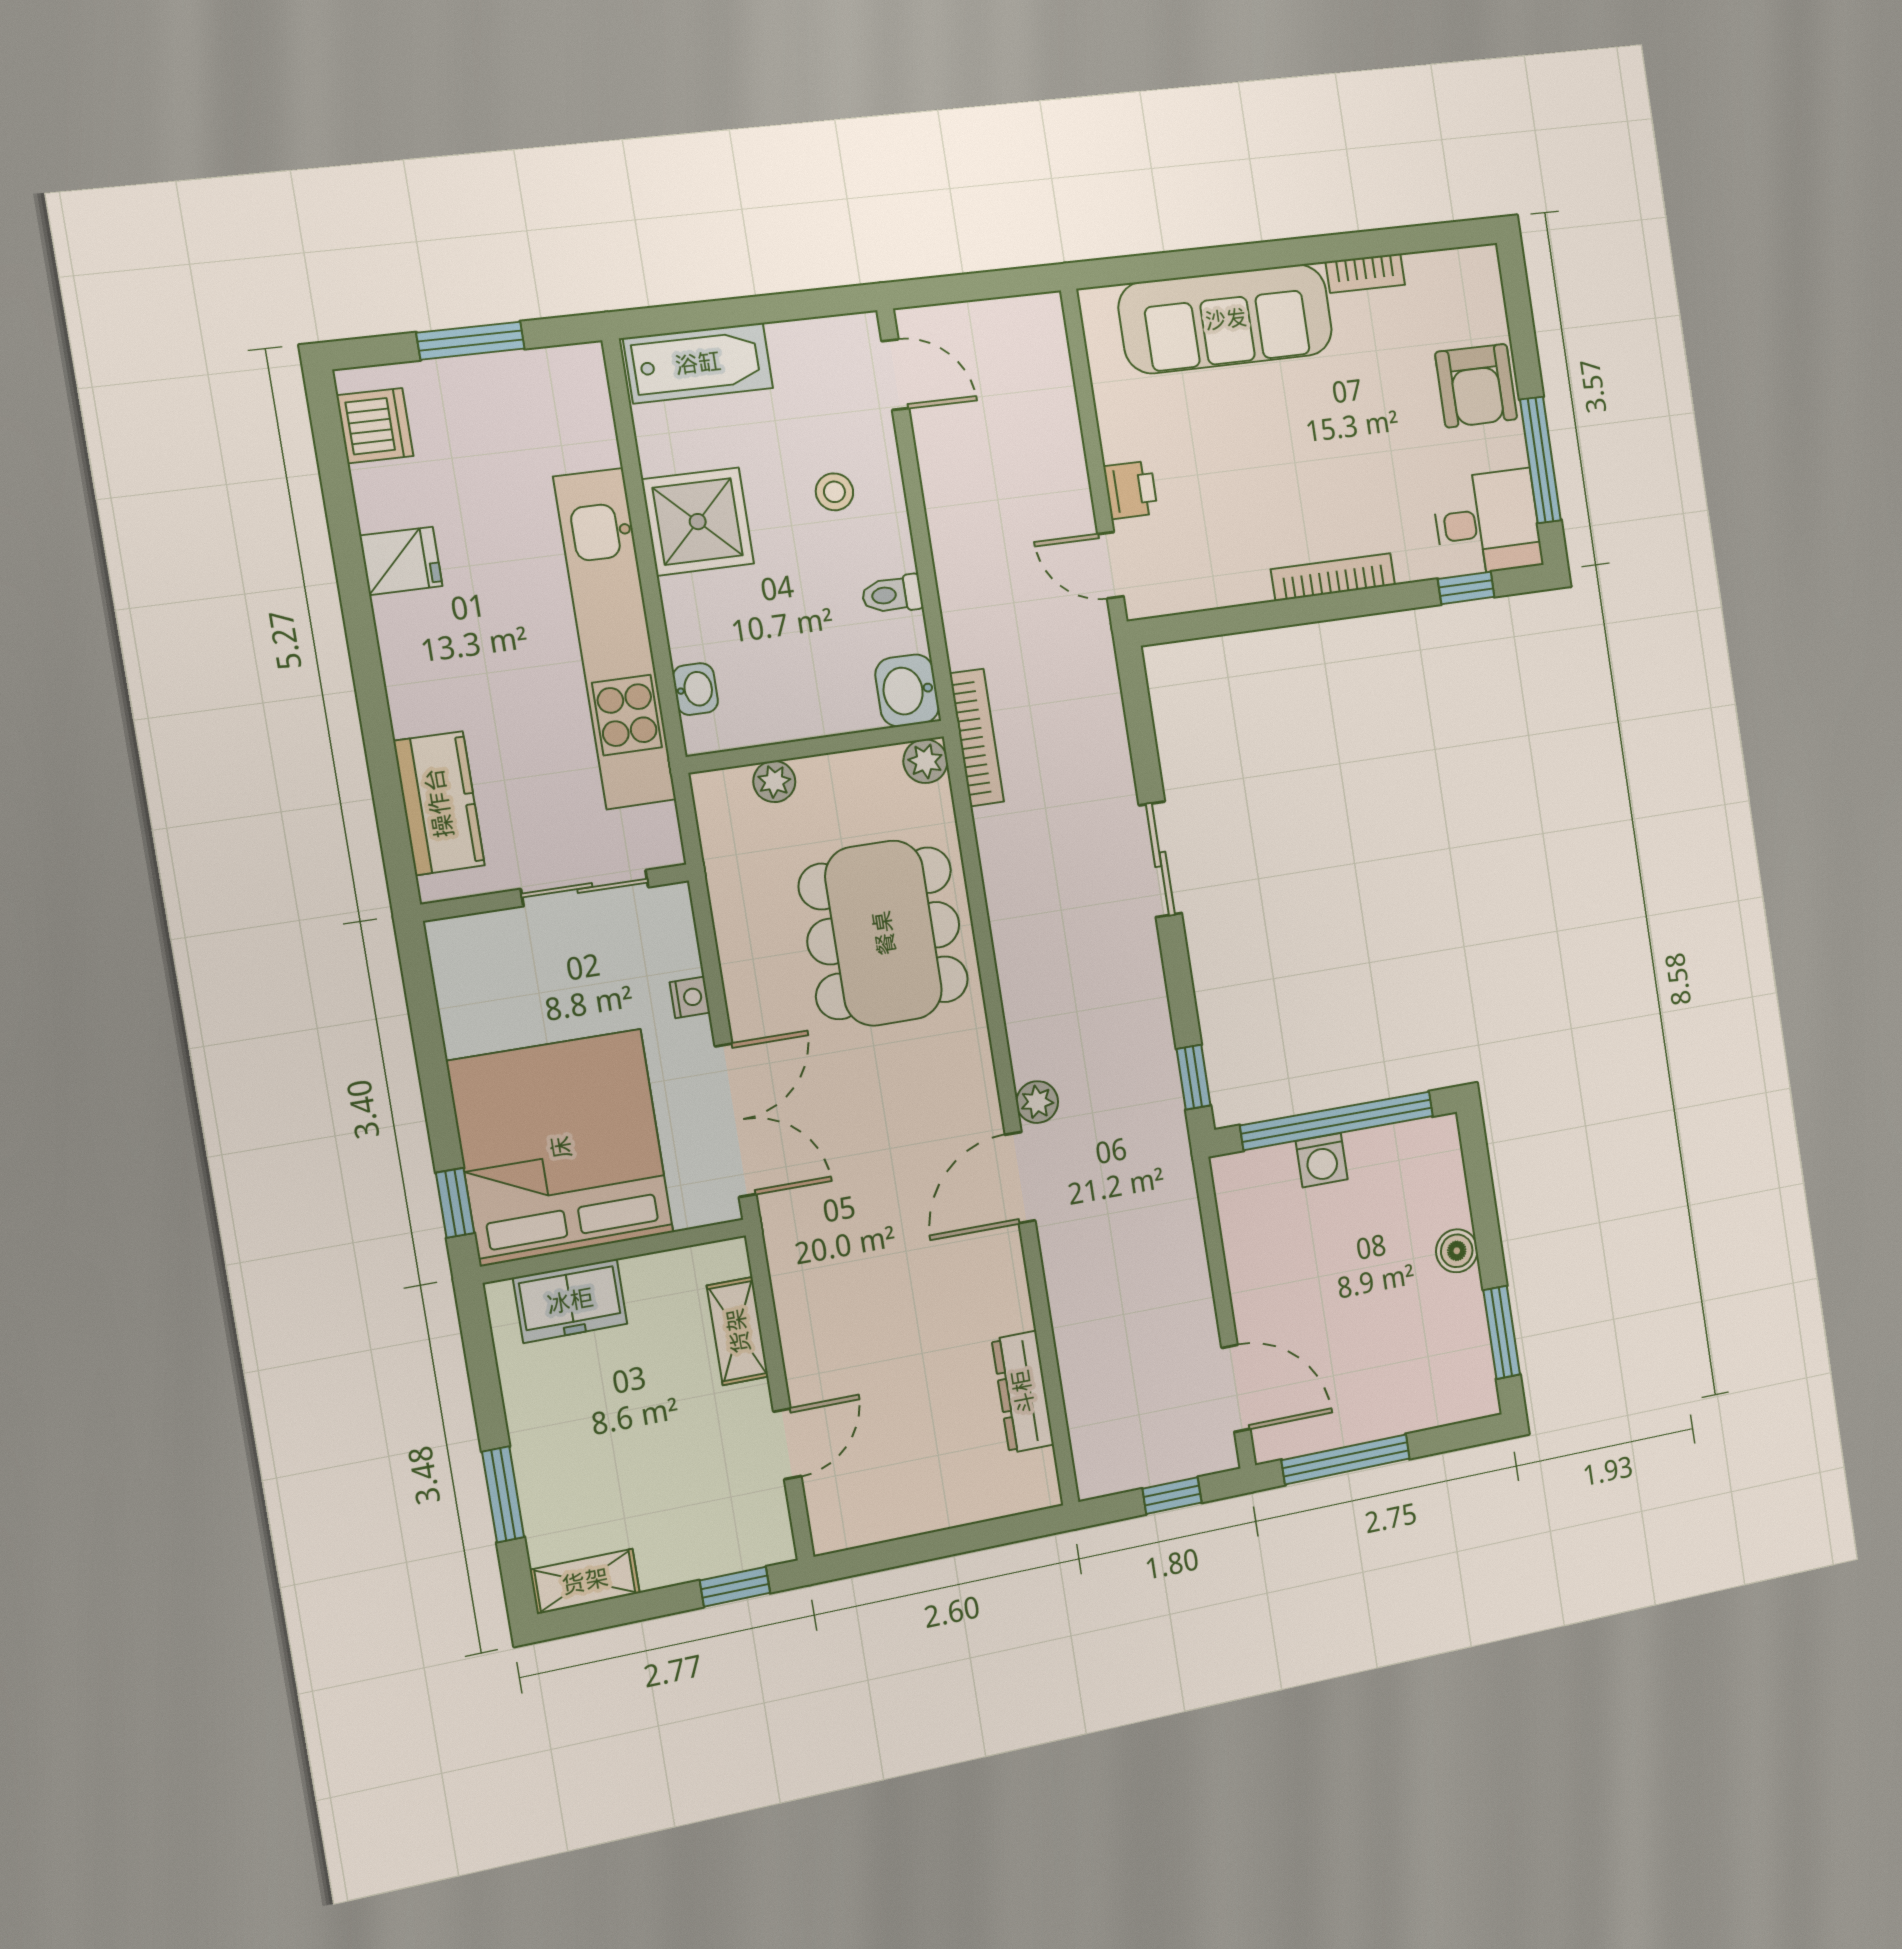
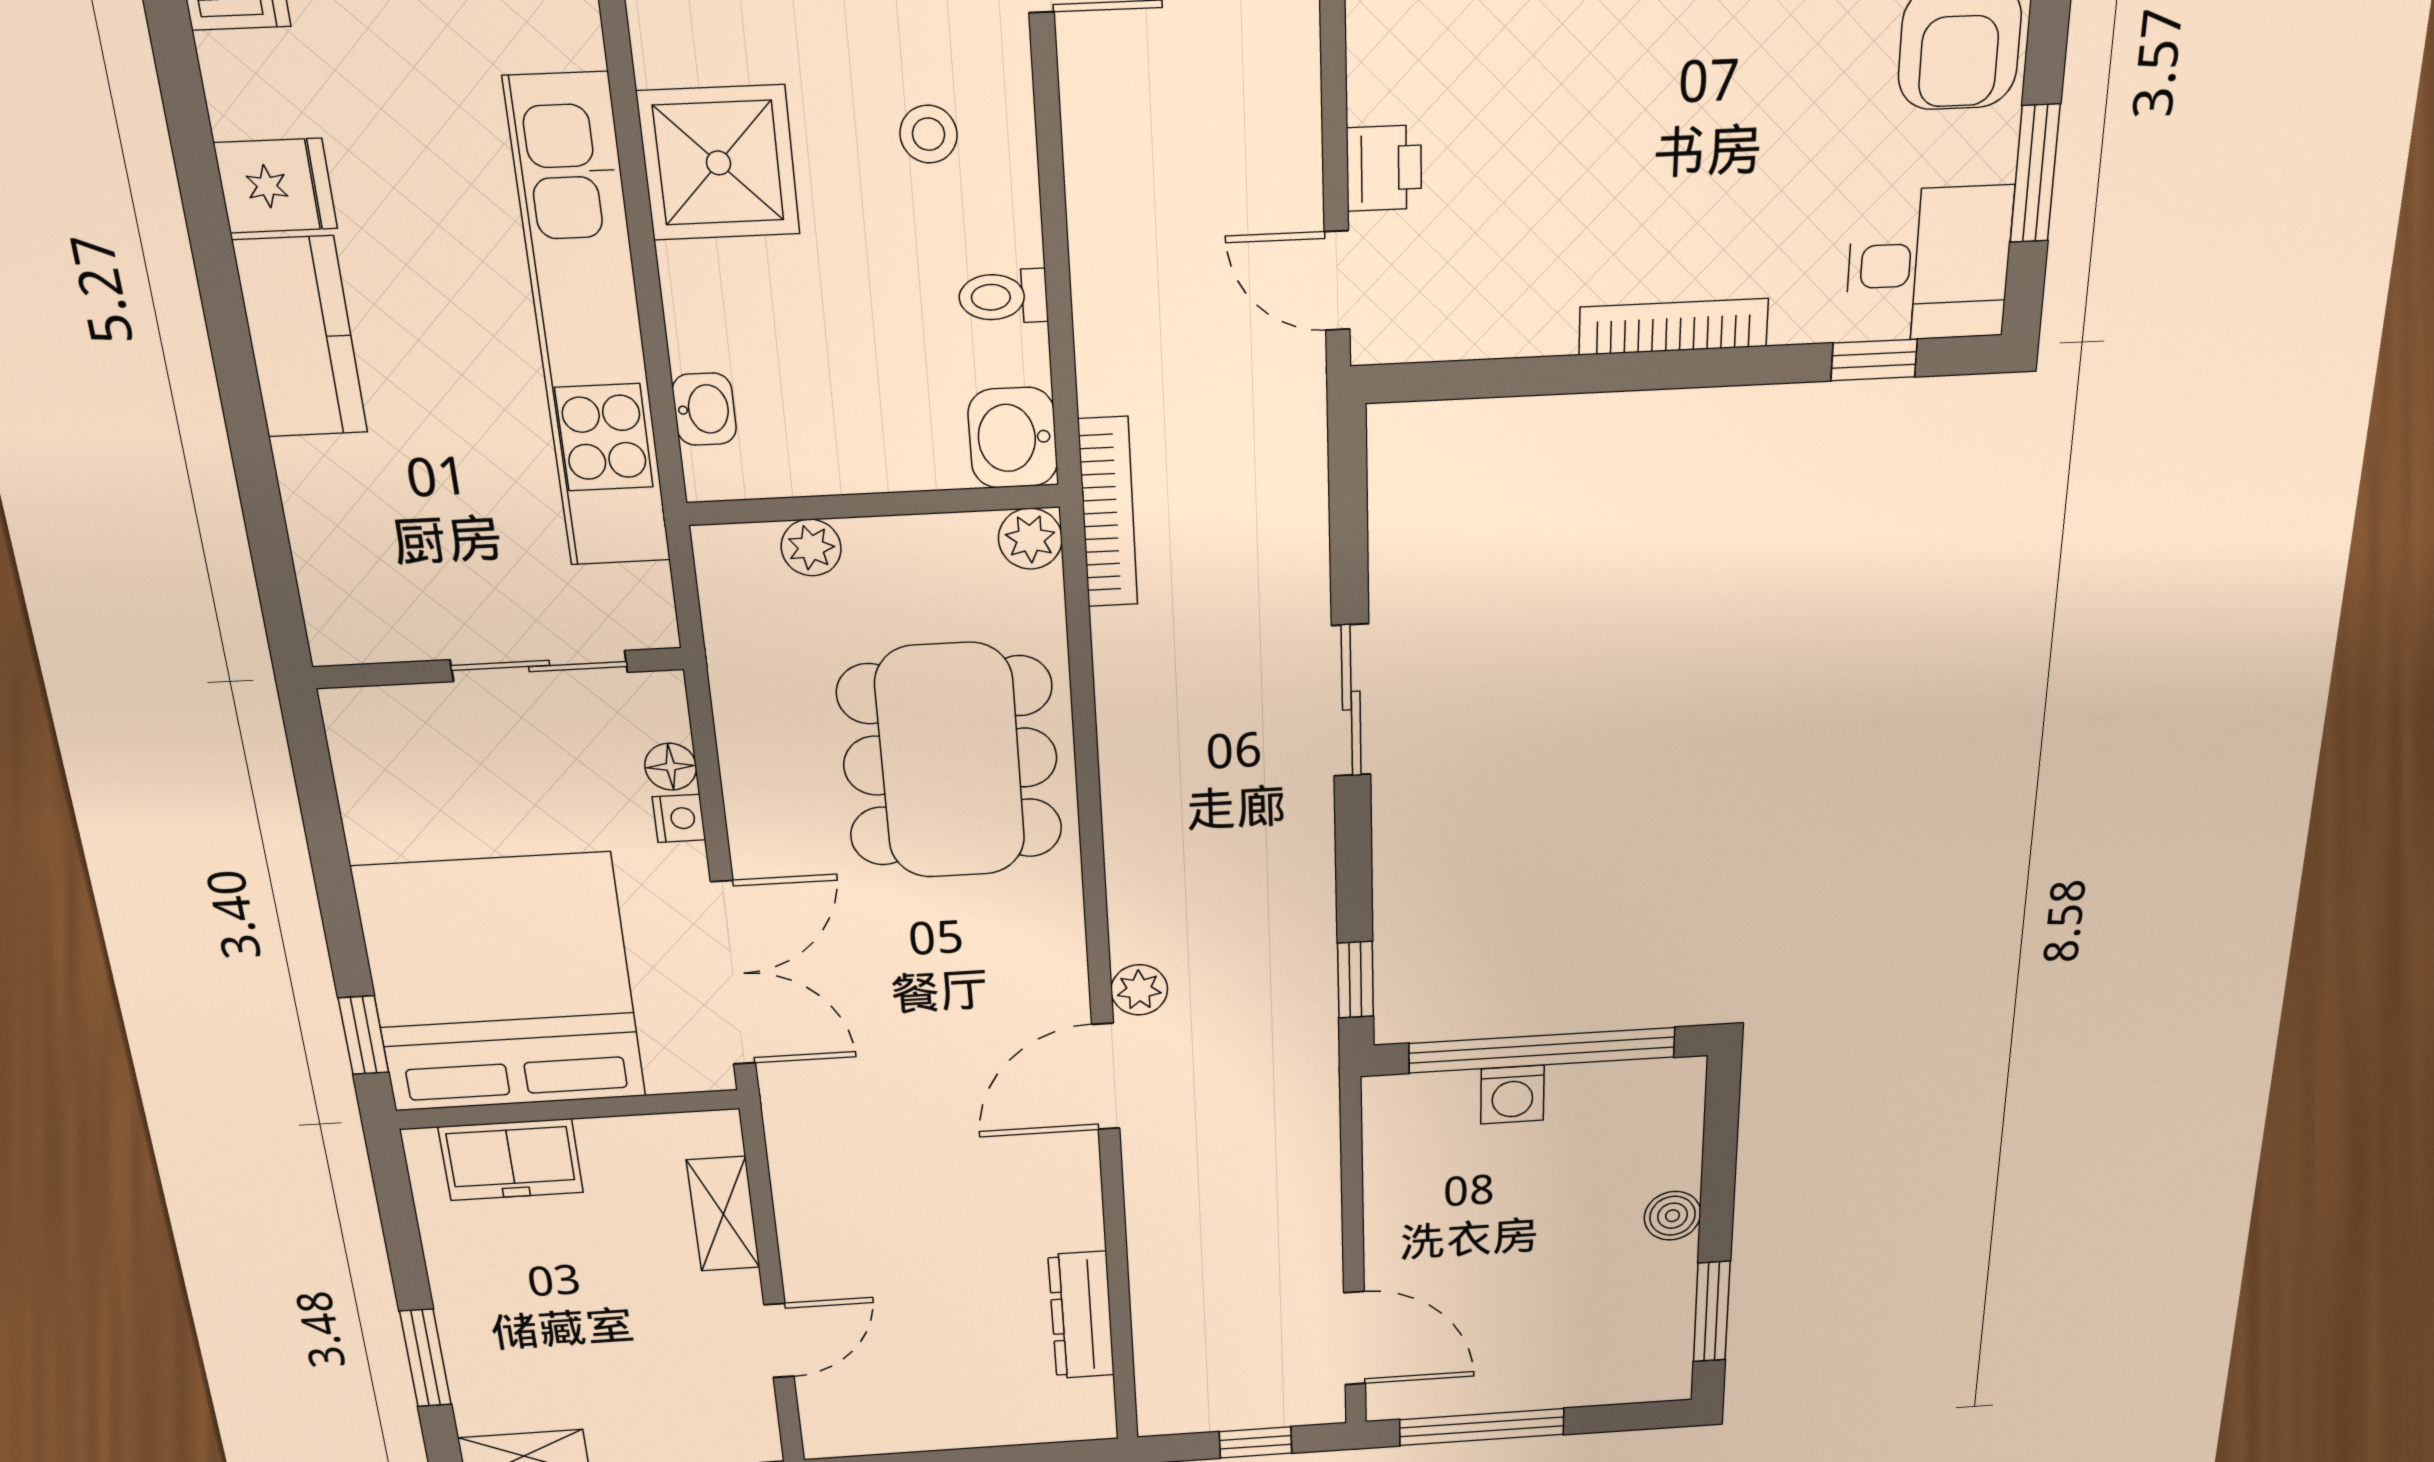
window: (1540, 460) -> (2035, 174), width x0.69
kitchen counter: (439, 803) -> (300, 337), moved
floor lamp: (682, 957) -> (671, 767), added

